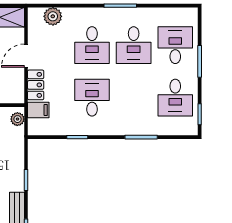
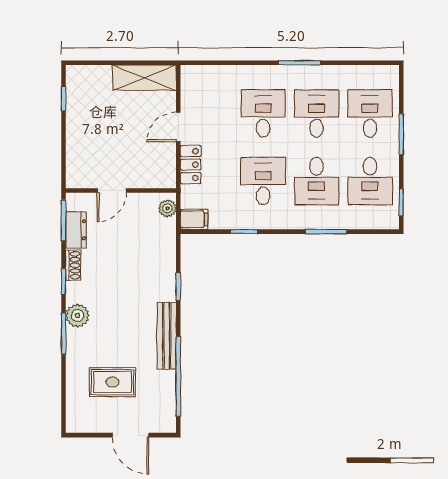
plant: (53, 16) -> (213, 77), removed
desk: (92, 45) -> (263, 113), turned 180
desk: (134, 45) -> (317, 113), turned 180
desk: (134, 98) -> (317, 181), added
filing cabinet: (38, 110) -> (194, 219), moved

